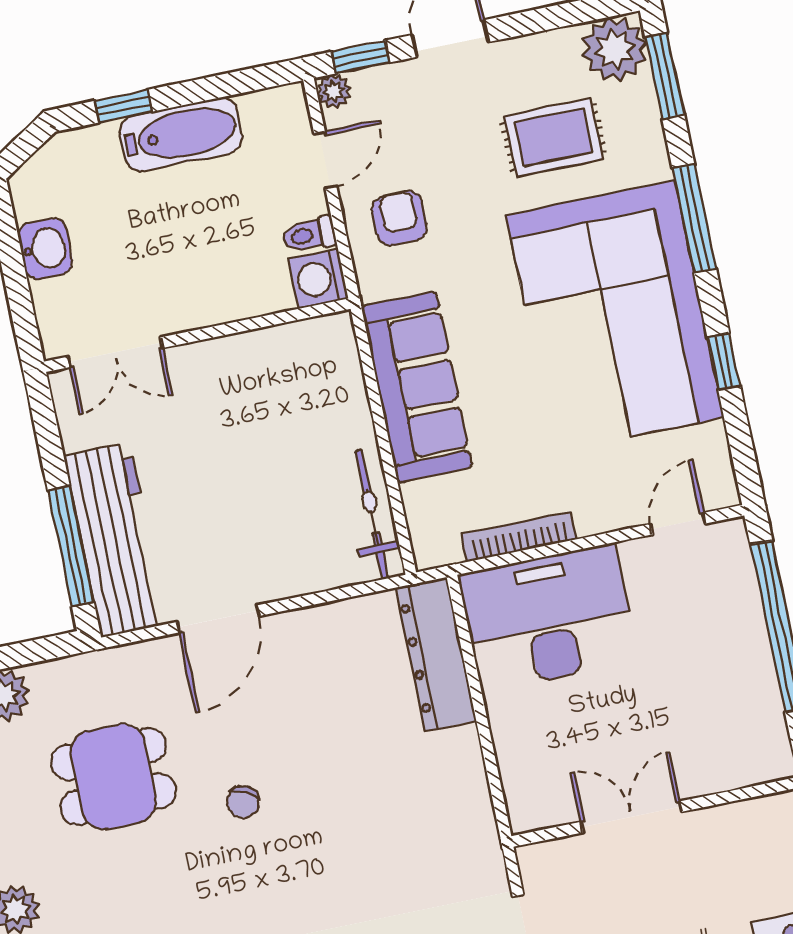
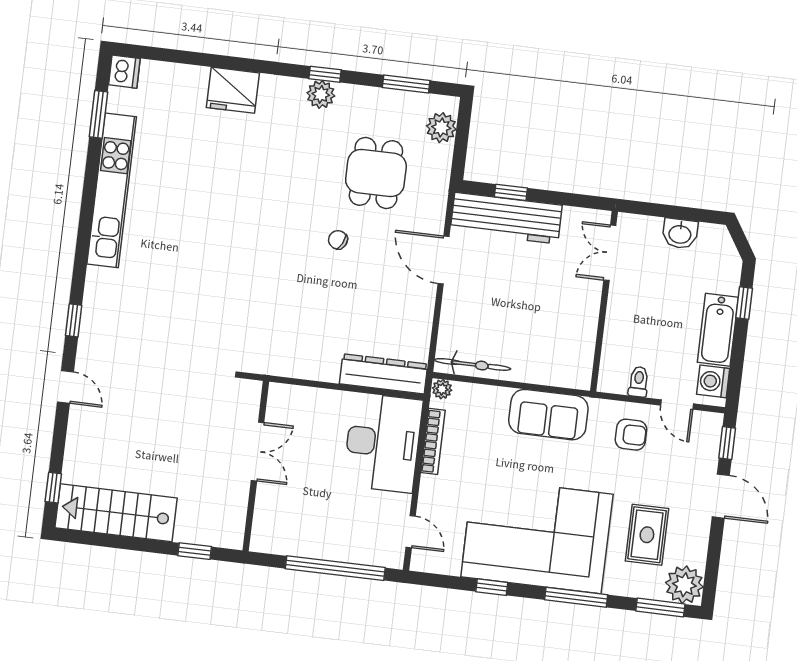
plant: (334, 91) -> (442, 389), moved
washing machine: (318, 279) -> (713, 381), moved, turned -90
sofa: (417, 387) -> (548, 415), width x0.73
window: (71, 546) -> (511, 192), width x0.46

